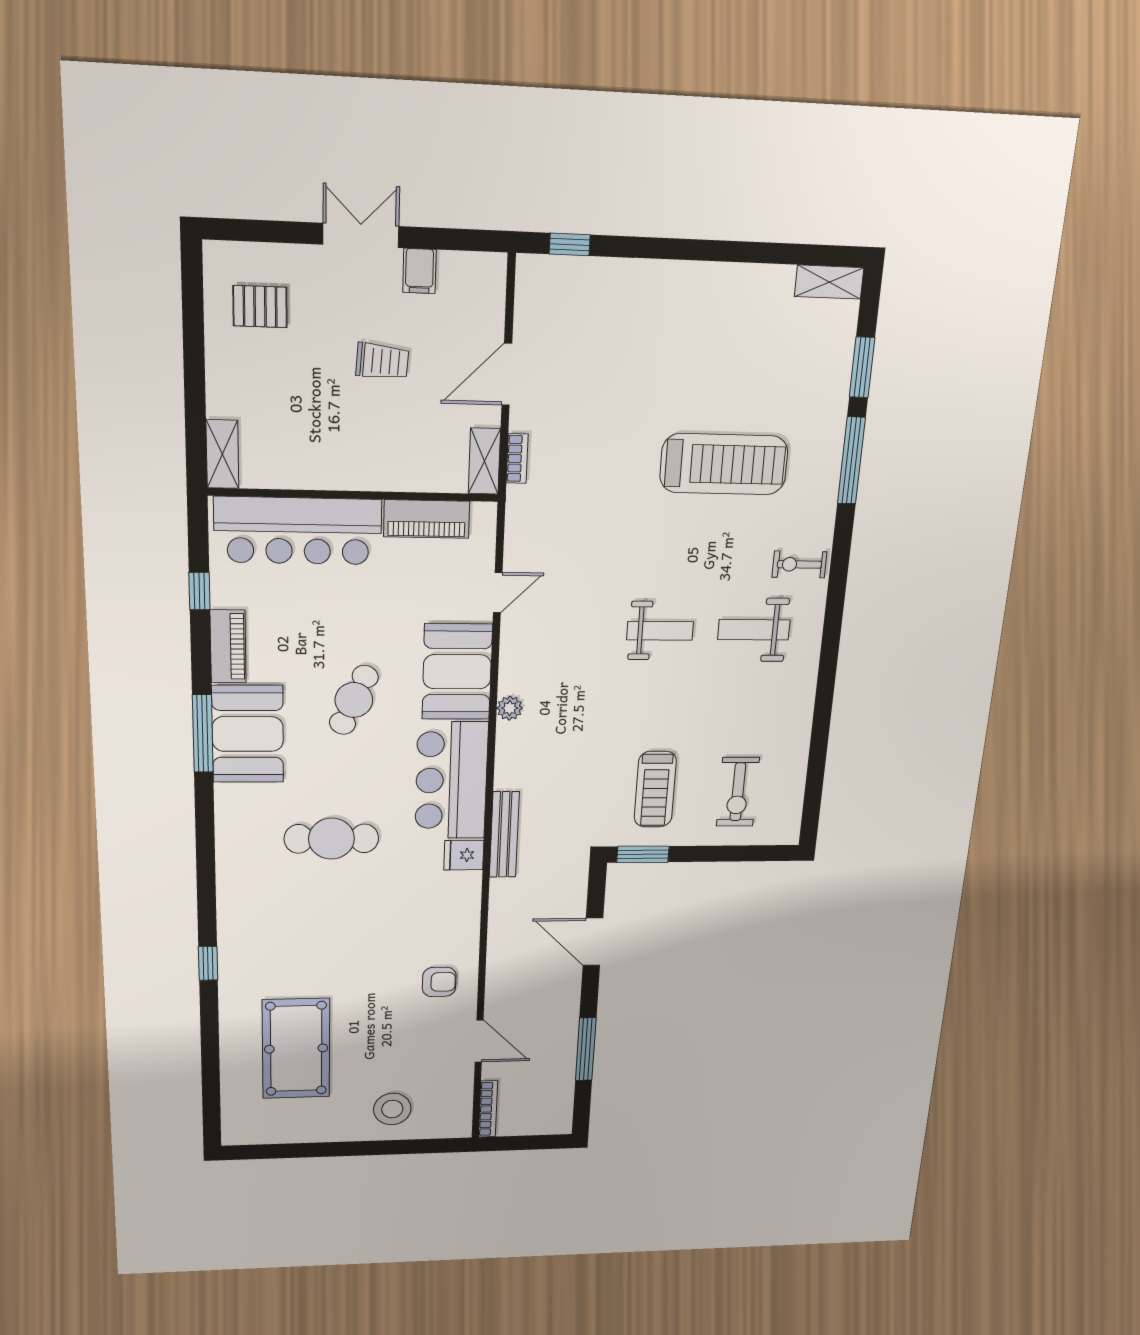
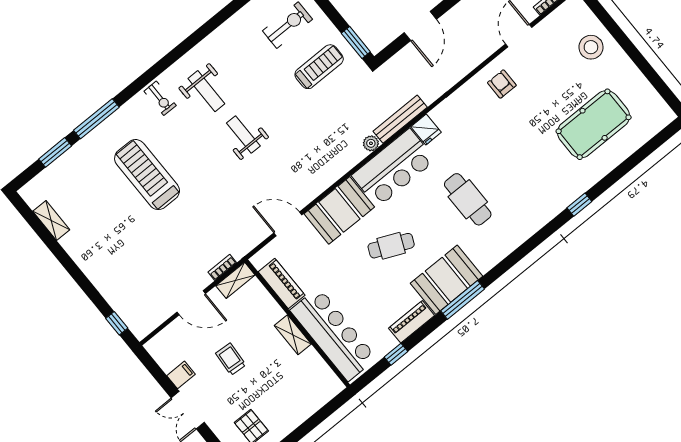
shelving: (829, 282) -> (51, 221), moved
shelving: (222, 454) -> (293, 335), moved, turned 90
door: (498, 593) -> (288, 224), width x1.38
plant: (510, 708) -> (371, 143), moved

